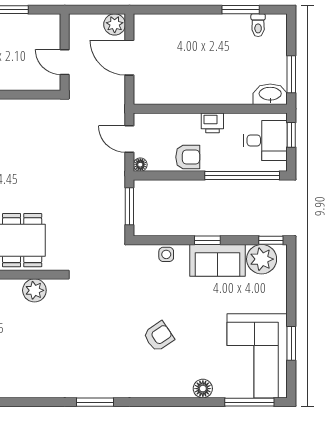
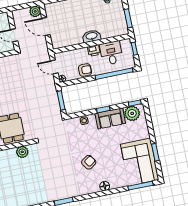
washbasin: (270, 94) -> (92, 36), moved
desk: (265, 140) -> (111, 53), moved, turned -90
floor lamp: (203, 389) -> (105, 186), moved

